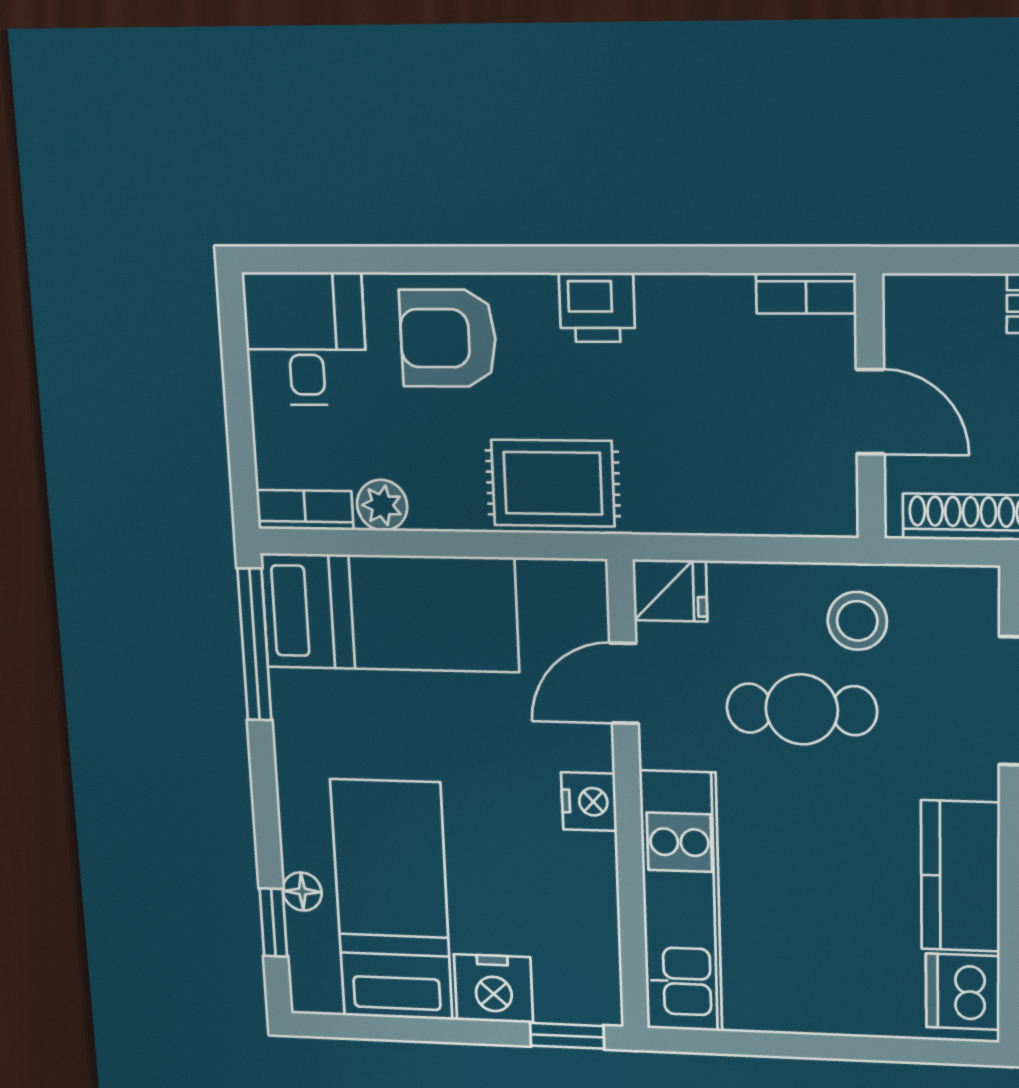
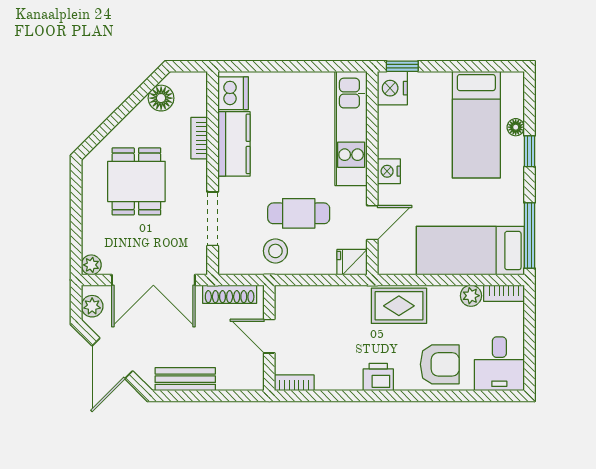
window: (273, 923) -> (529, 151), moved
nightstand: (494, 989) -> (392, 88), moved, turned -90

